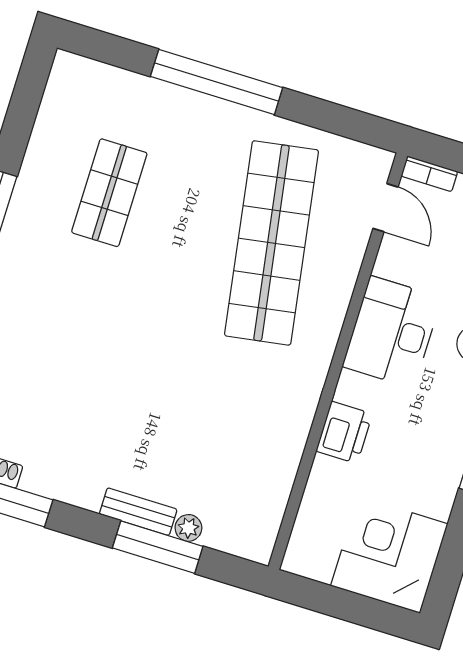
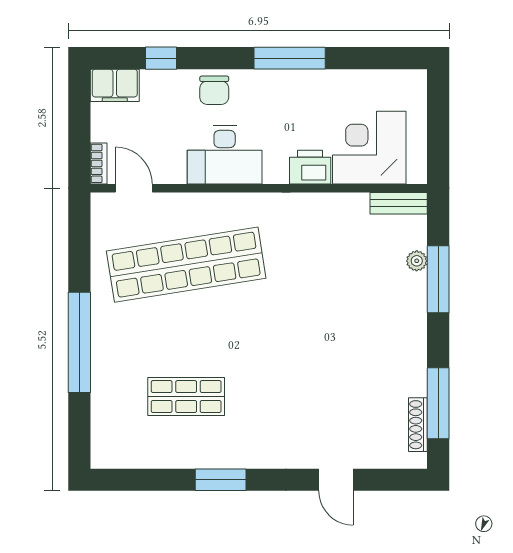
door: (385, 208) -> (134, 188), hinge flipped
bench: (138, 512) -> (399, 203), moved, turned 90
corner desk: (389, 555) -> (369, 148), moved, turned 90

